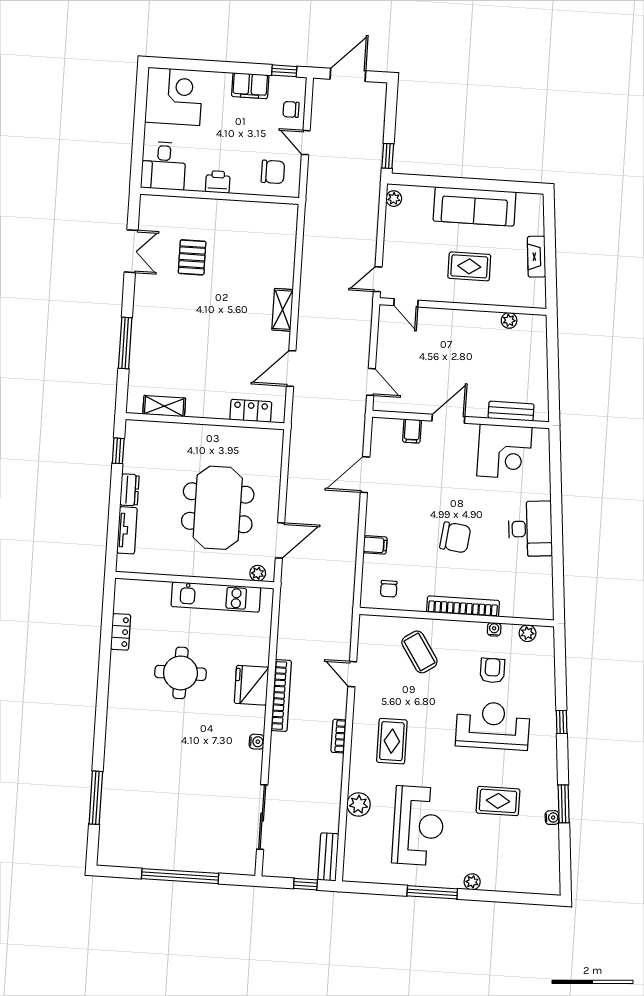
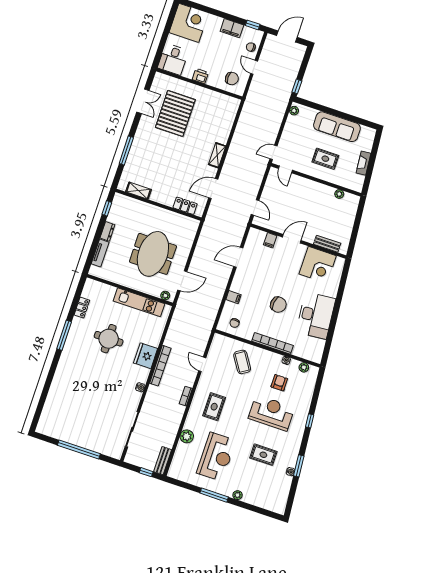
pallet: (192, 257) -> (175, 113), width x2.05, depth x2.00
desk: (530, 529) -> (316, 315), width x1.36, depth x1.30
window: (96, 798) -> (64, 335), moved

